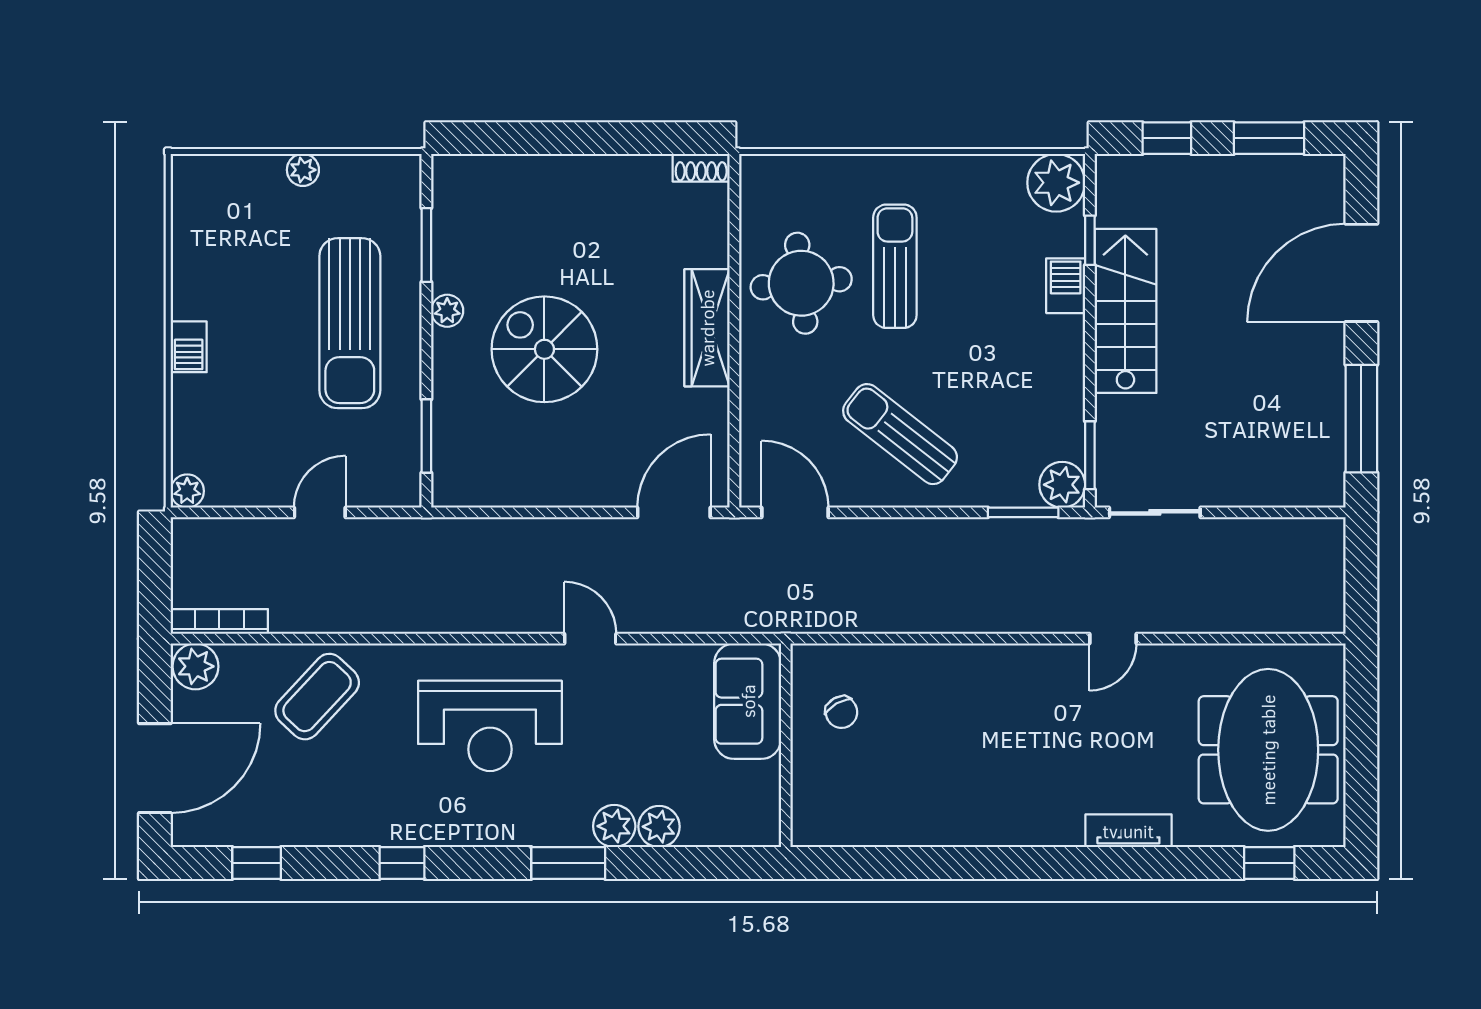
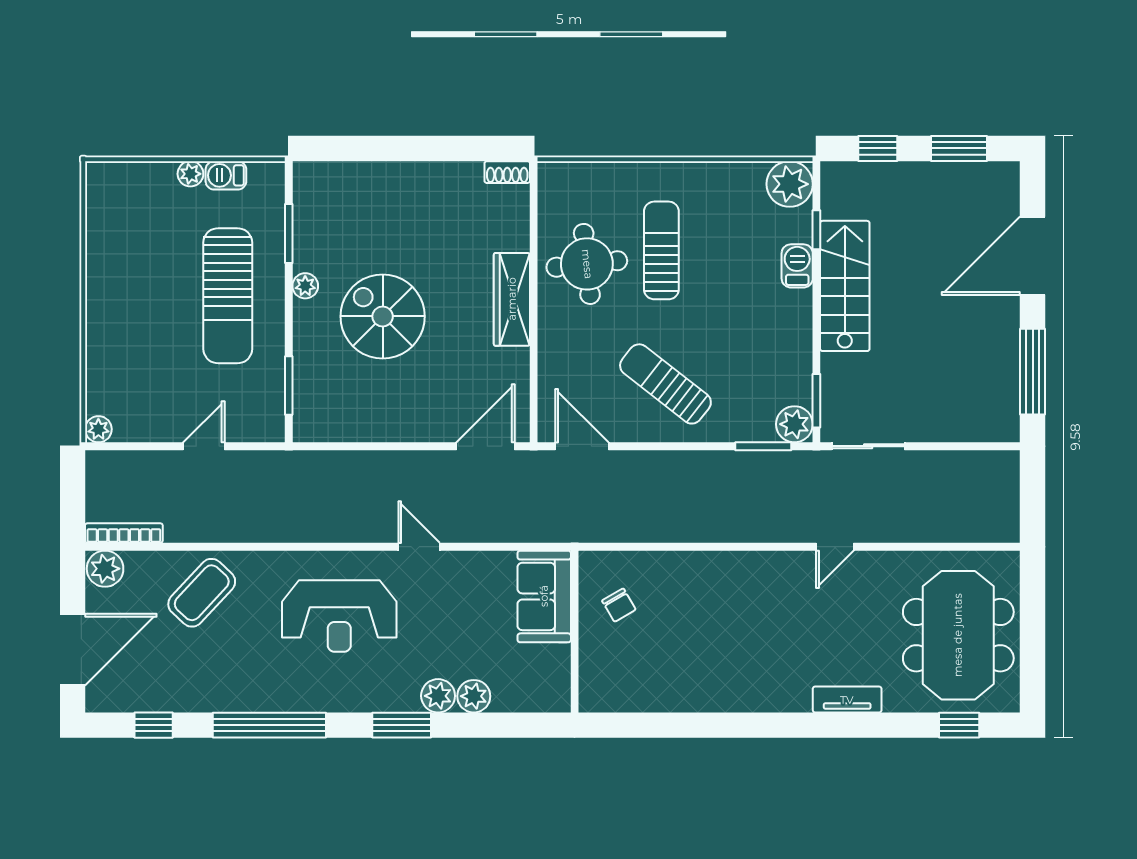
barbecue: (189, 347) -> (226, 175), moved, turned 90
window: (402, 863) -> (269, 725), width x3.17

